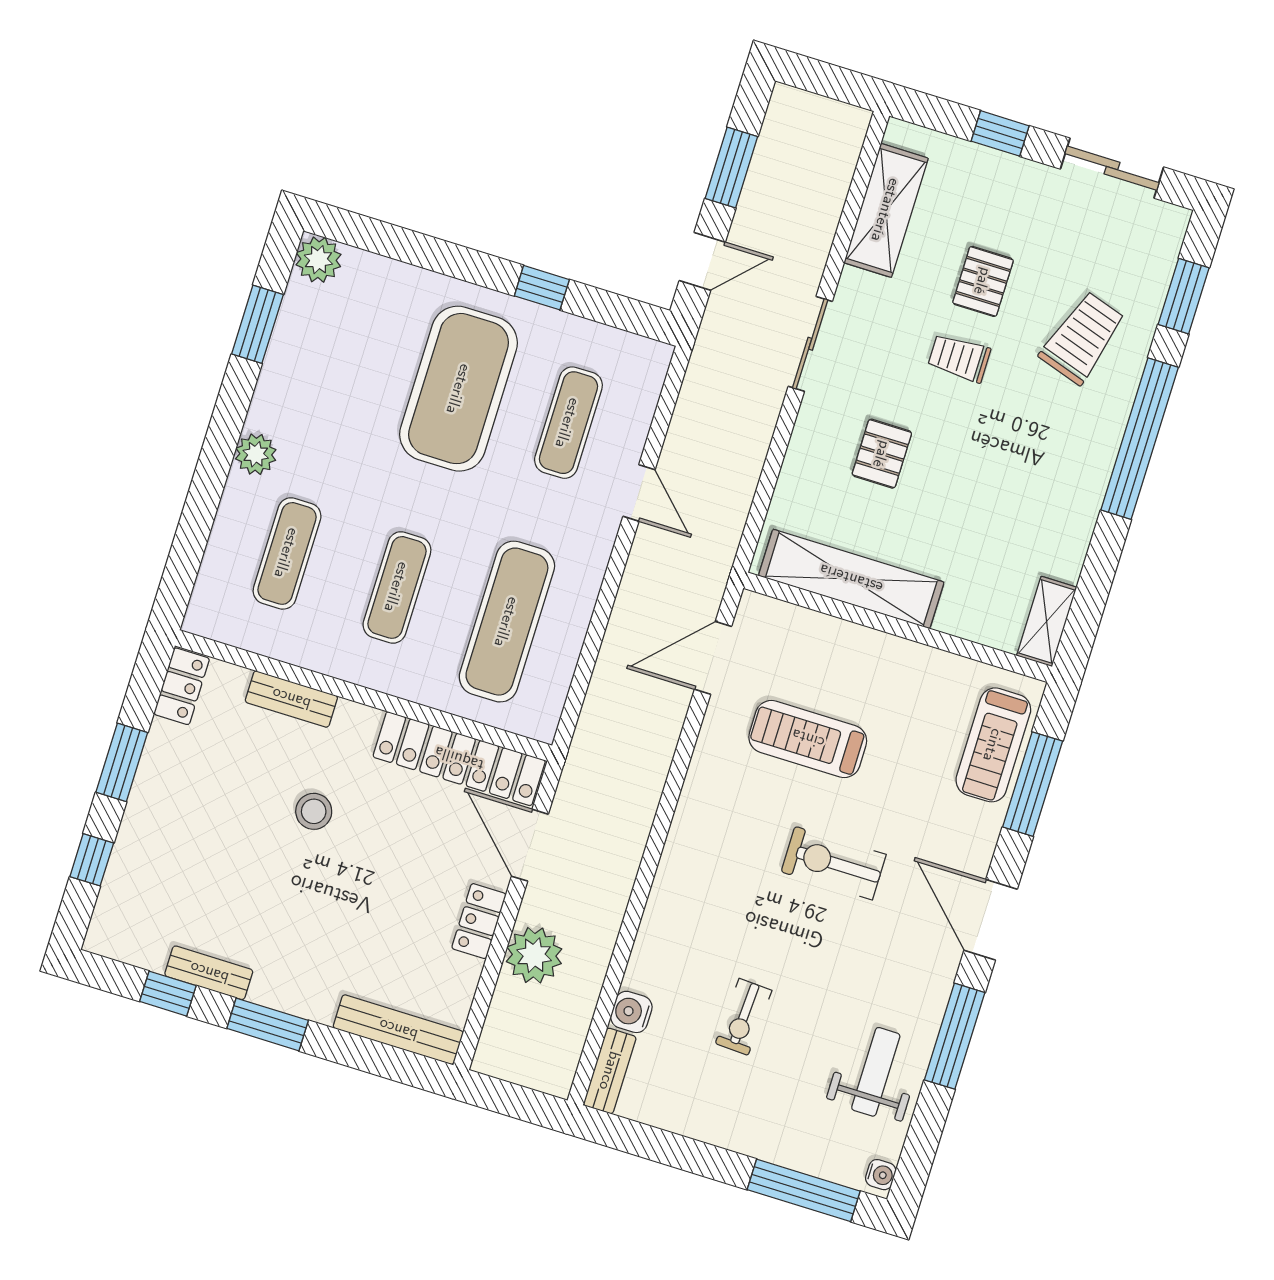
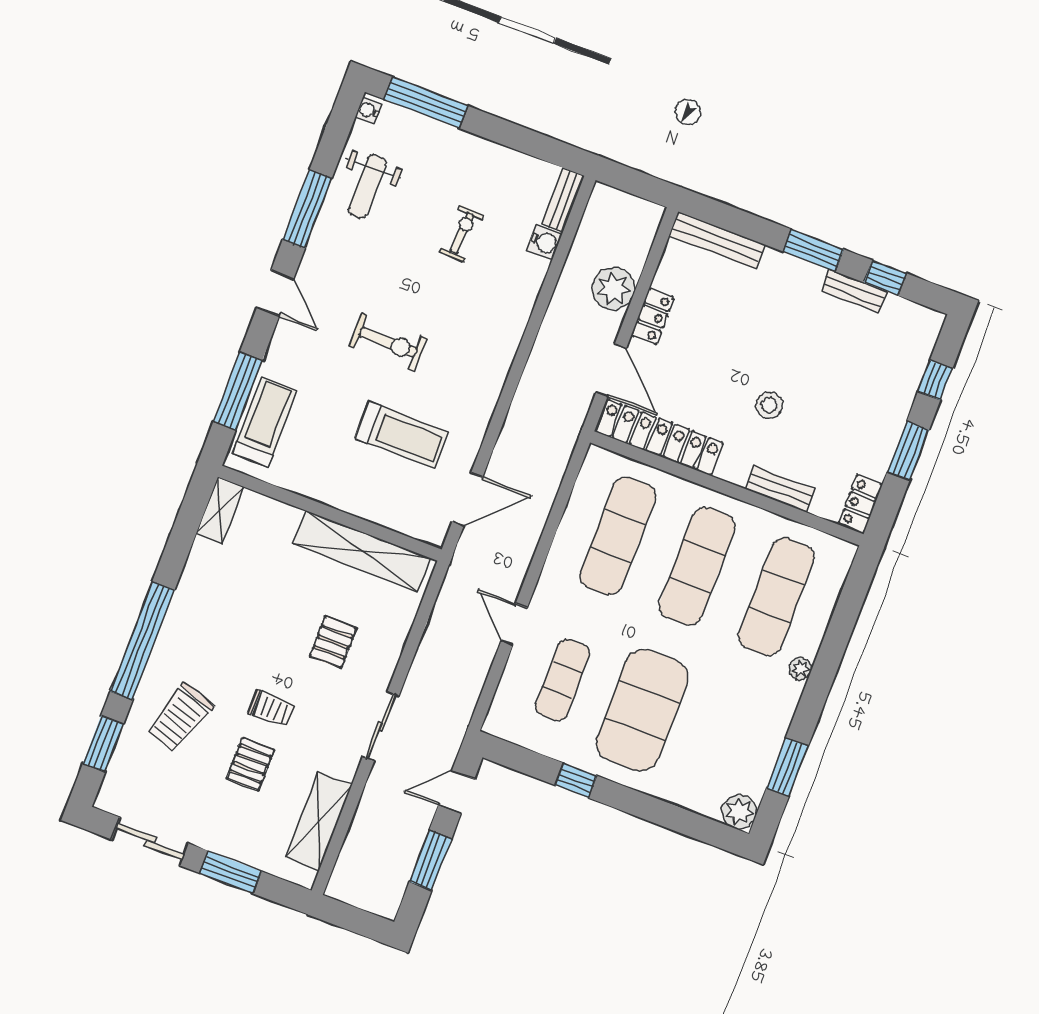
window: (1000, 133) -> (231, 872), width x1.50
plant: (256, 454) -> (800, 669), width x0.73, depth x0.73
exercise mat: (287, 553) -> (776, 597), width x1.36, depth x1.45
exercise mat: (397, 587) -> (697, 566), width x1.36, depth x1.45
door: (991, 920) -> (275, 293), width x0.73

